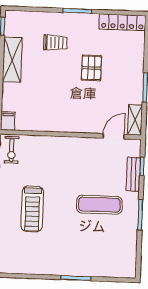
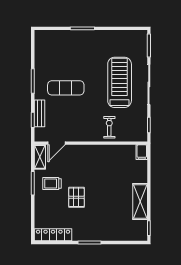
trolley: (55, 43) -> (52, 183), moved
exercise bike: (12, 150) -> (109, 127), moved
treadmill: (32, 209) -> (120, 82), width x1.37, depth x1.38

